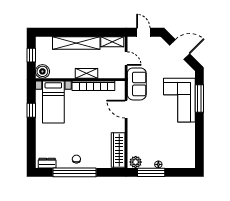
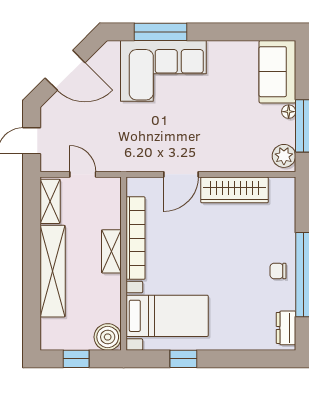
door: (180, 49) -> (65, 70), swing flipped
door: (126, 59) -> (83, 174), hinge flipped
sofa: (137, 84) -> (277, 72), moved, turned -90
wardrobe: (118, 150) -> (234, 190), moved

